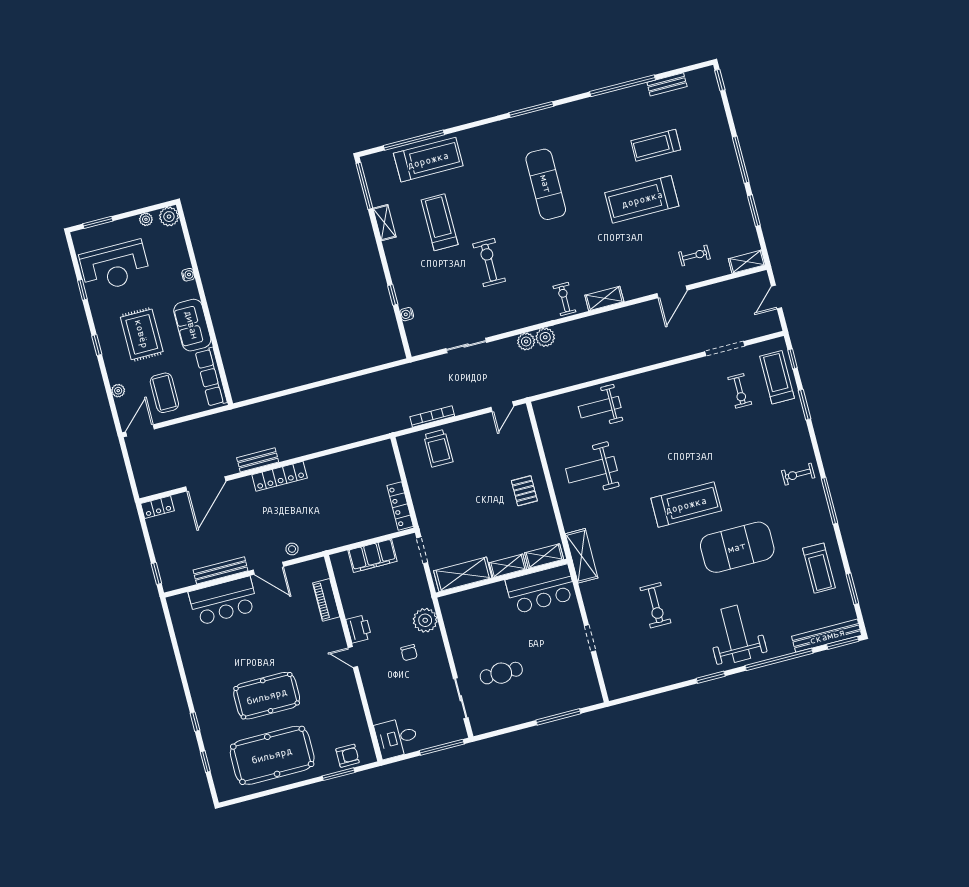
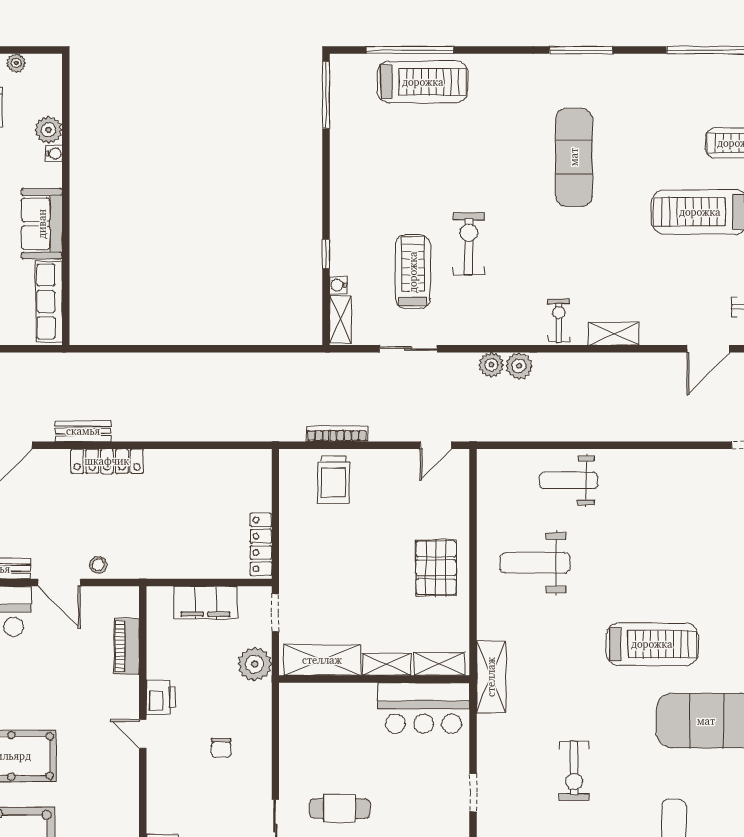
plant: (169, 217) -> (49, 130), moved
treadmill: (440, 222) -> (413, 272), moved
shelving: (384, 223) -> (340, 319), moved
pallet: (524, 491) -> (436, 568), width x1.50, depth x1.42
plant: (425, 620) -> (255, 664), moved

